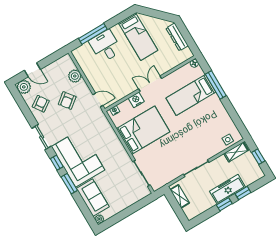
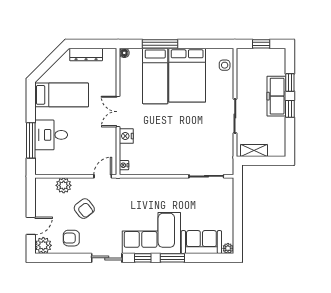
armchair: (41, 104) -> (71, 238), turned -56
bed: (143, 130) -> (187, 75), moved, turned 180
shelving: (236, 152) -> (243, 64), removed

